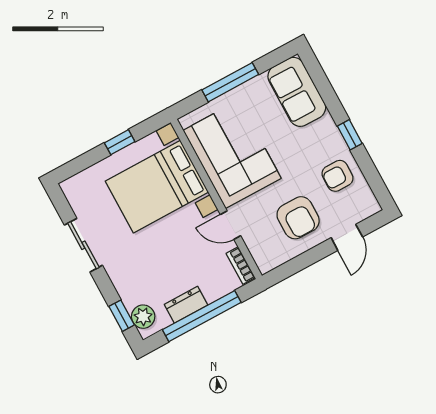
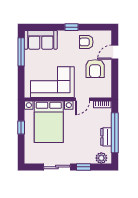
window: (230, 82) -> (21, 52), moved
armchair: (337, 176) -> (86, 42), turned 90
armchair: (298, 218) -> (95, 69), turned 90
door: (347, 237) -> (115, 52), swing flipped
window: (122, 316) -> (83, 167), moved

